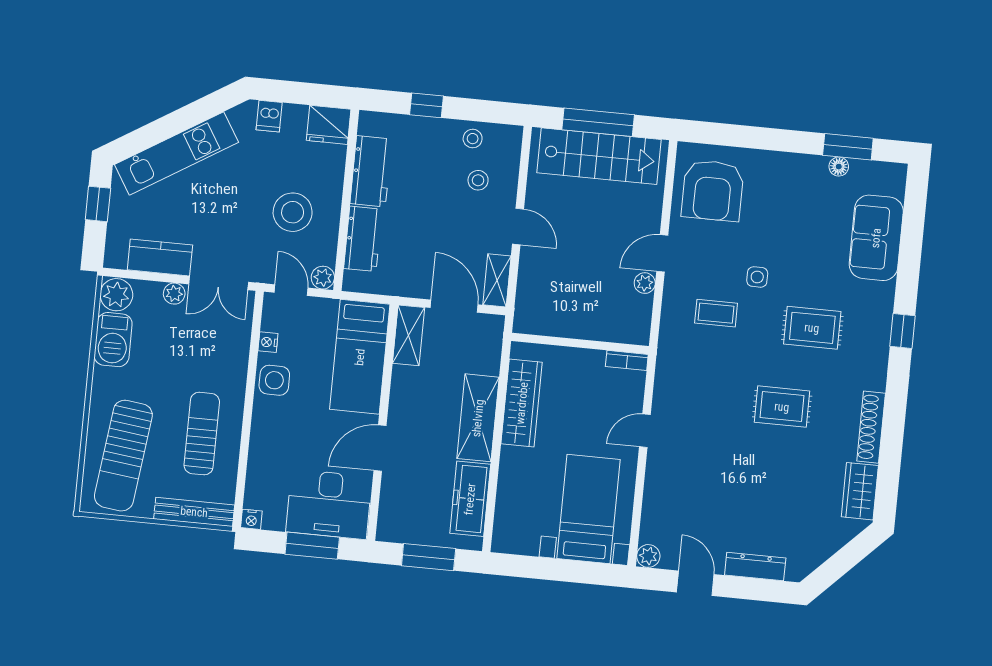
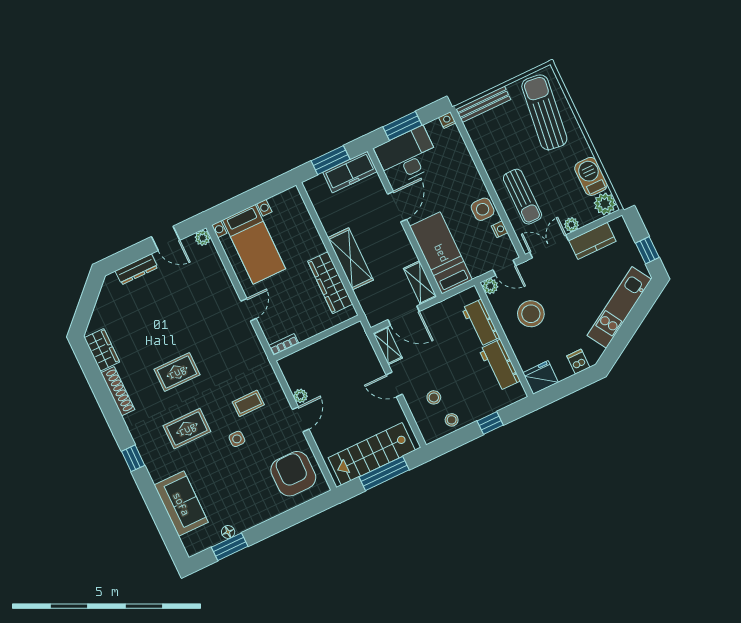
sun lounger: (202, 434) -> (522, 197), moved
freezer: (470, 499) -> (350, 172), moved, turned 90

